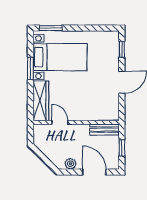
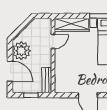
plant: (70, 164) -> (21, 51), width x1.88, depth x1.88
door: (94, 172) -> (10, 71), hinge flipped

